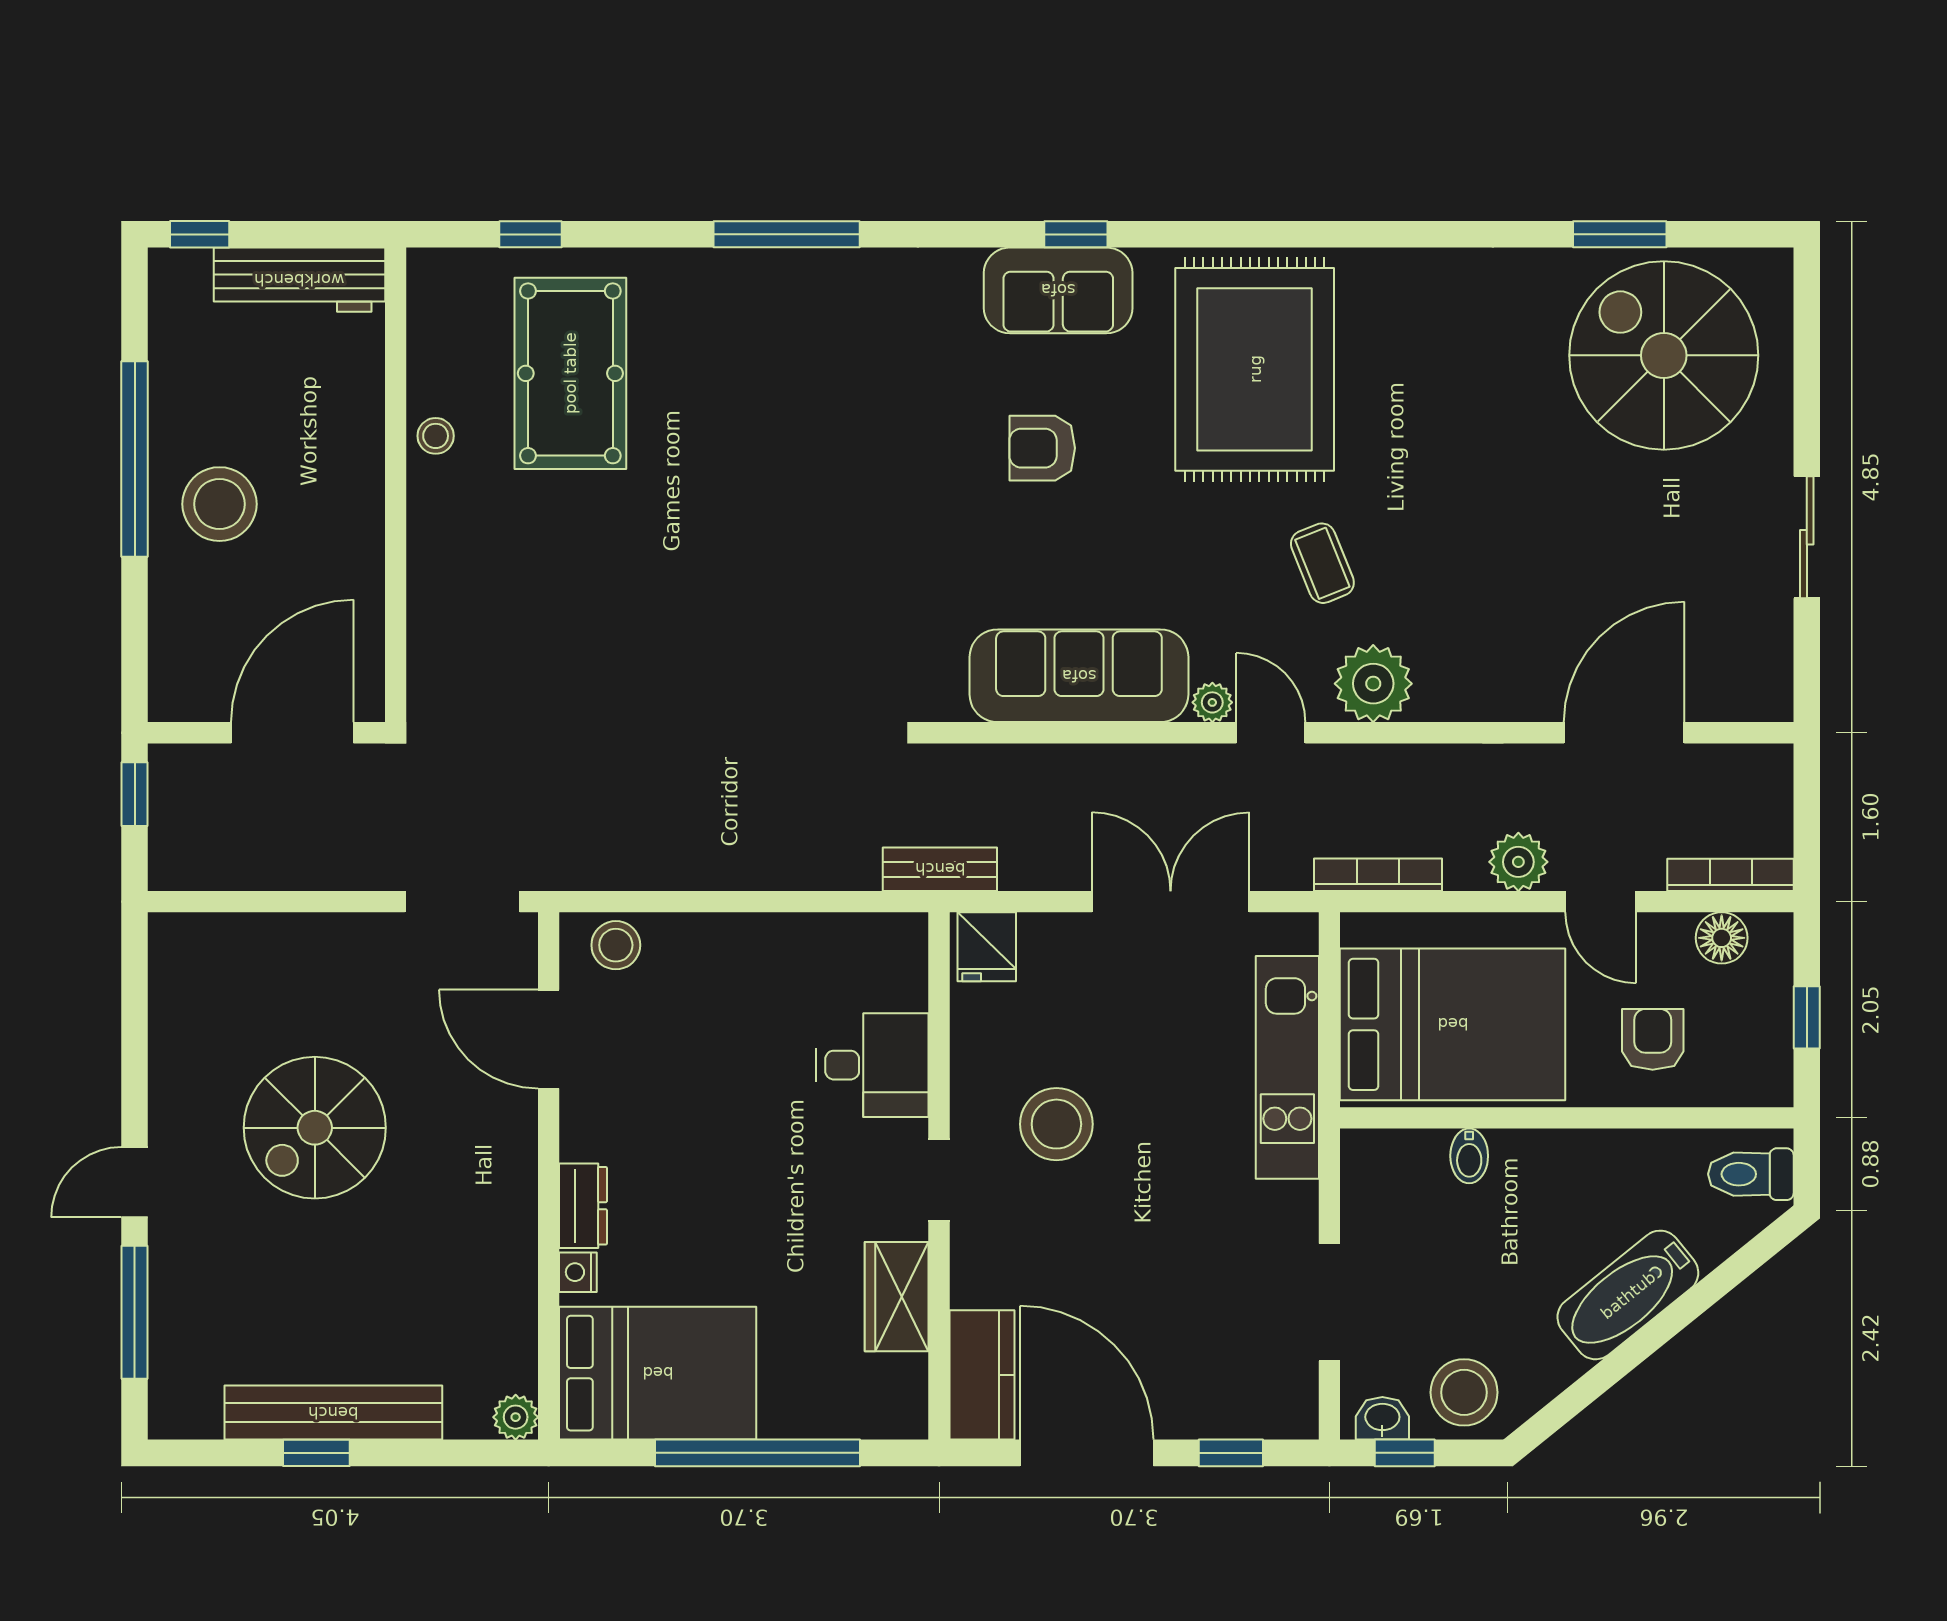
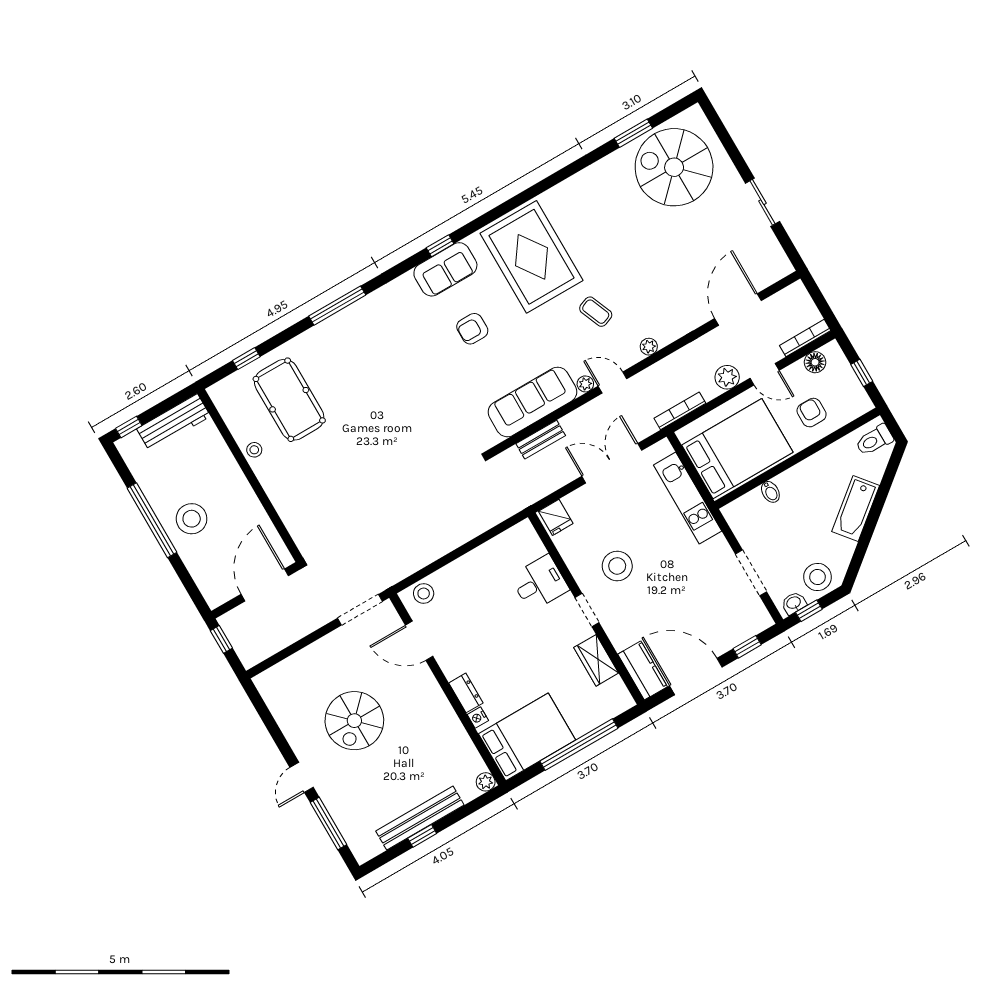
plant: (1373, 684) -> (649, 347), width x0.53, depth x0.53
bench: (940, 869) -> (541, 440), moved

